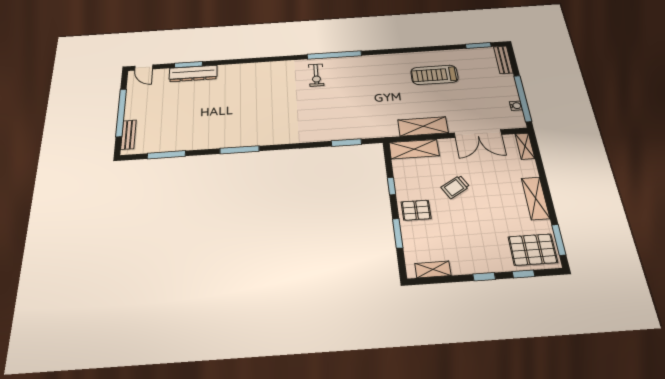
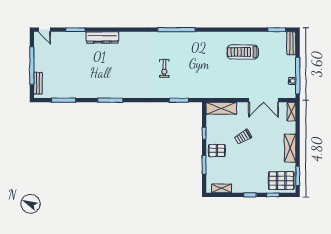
dresser: (193, 73) -> (102, 37), moved
exercise bike: (316, 75) -> (164, 68), moved
shelving: (423, 126) -> (229, 92), removed

